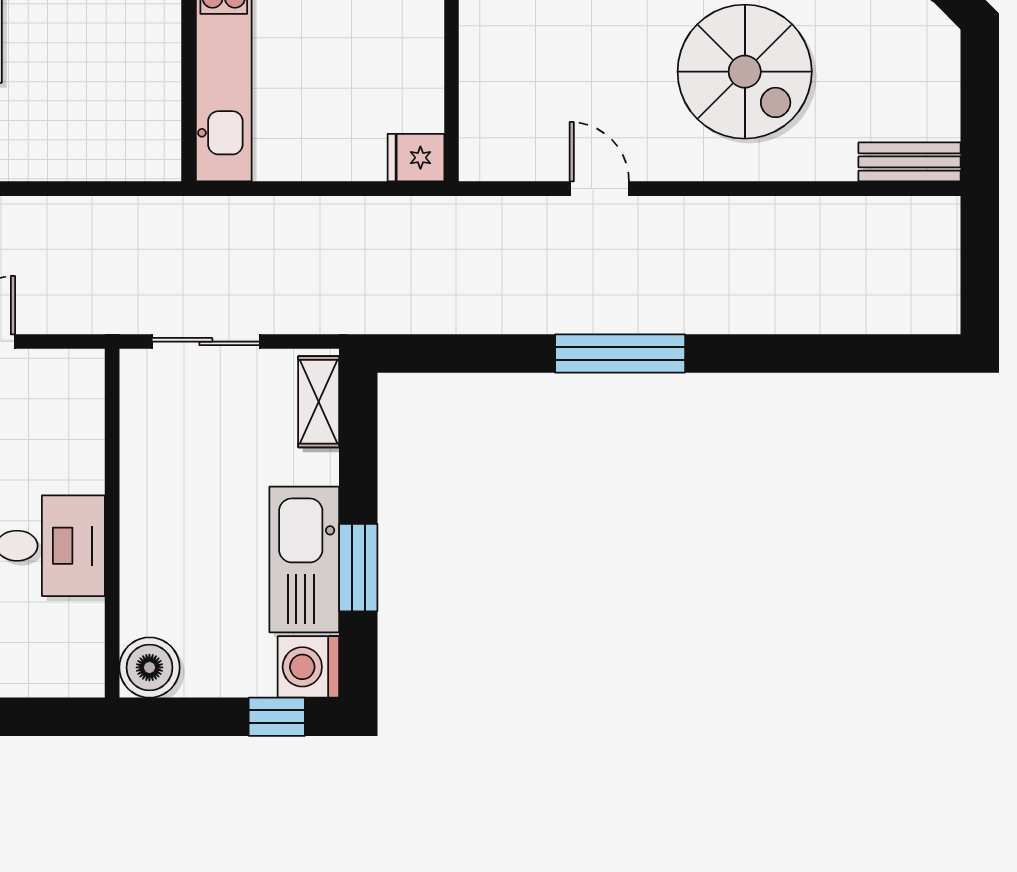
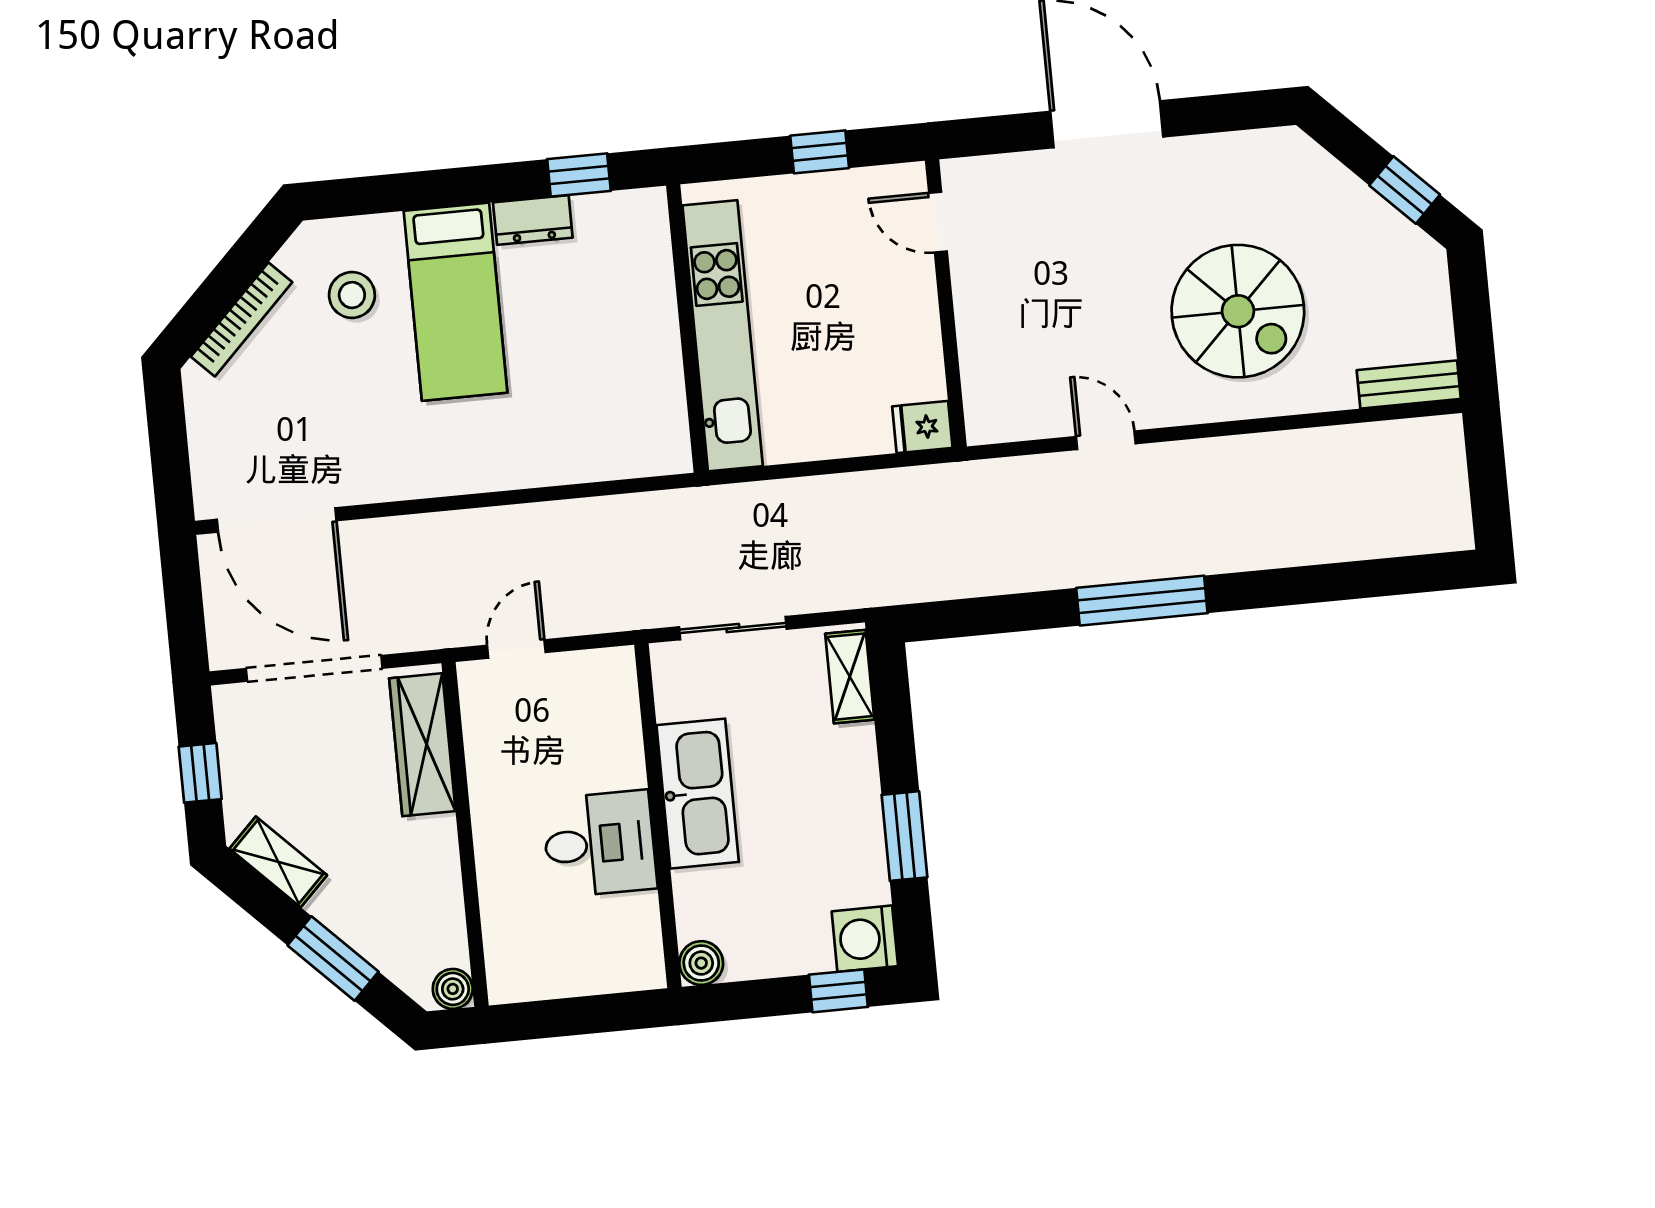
kitchen sink: (304, 560) -> (698, 794), moved, turned 180
boiler: (149, 667) -> (701, 963), width x0.73, depth x0.73

